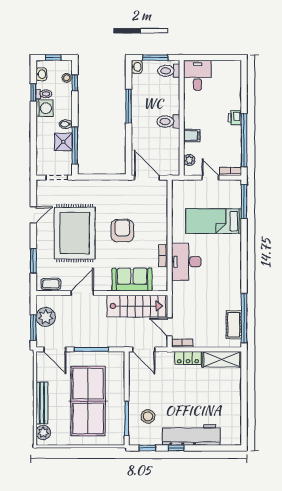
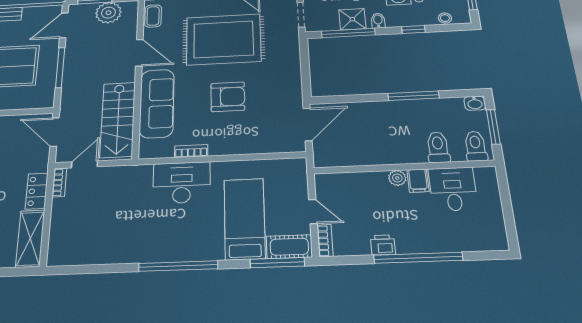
desk: (198, 75) -> (453, 189), moved, turned -90
window: (75, 83) -> (413, 30), moved
printer: (235, 118) -> (383, 245), moved
toilet: (168, 122) -> (438, 147), moved
filing cabinet: (192, 136) -> (418, 181), moved
window: (244, 140) -> (418, 258), moved
plant: (189, 160) -> (397, 178), moved
door: (210, 178) -> (313, 212), hinge flipped
sofa: (132, 280) -> (157, 103), width x1.36
window: (244, 318) -> (178, 266), moved
cot: (234, 325) -> (289, 247), moved
door: (144, 349) -> (55, 132), hinge flipped

